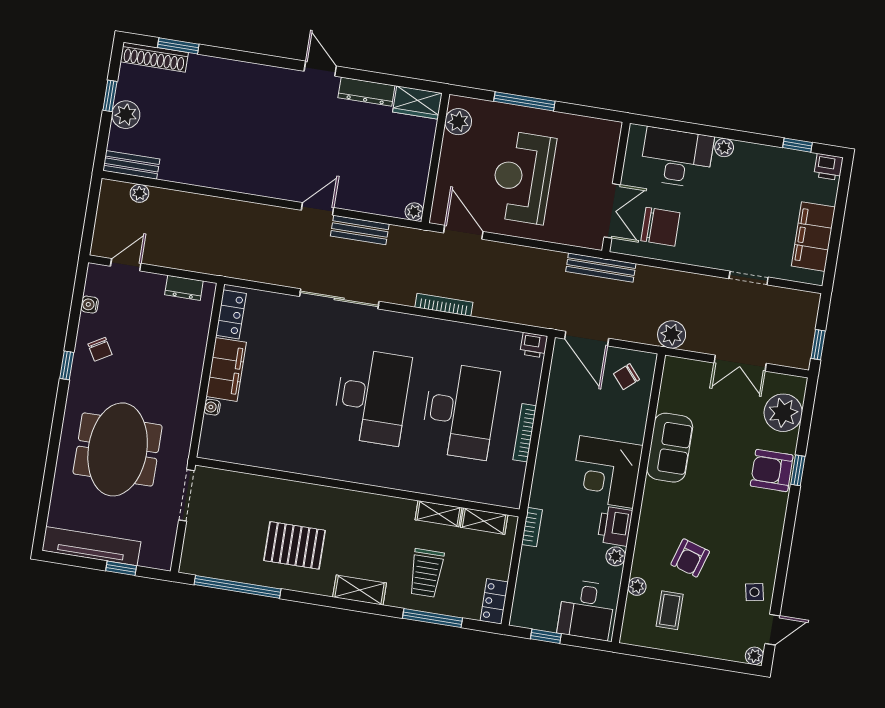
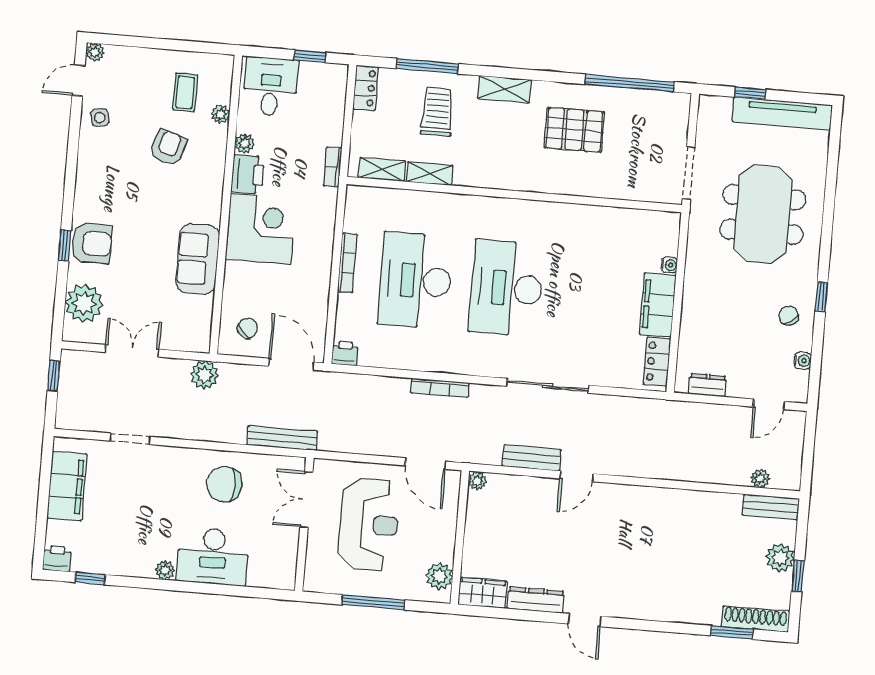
wall: (616, 187) -> (304, 524), moved
double door: (612, 211) -> (306, 500), moved

